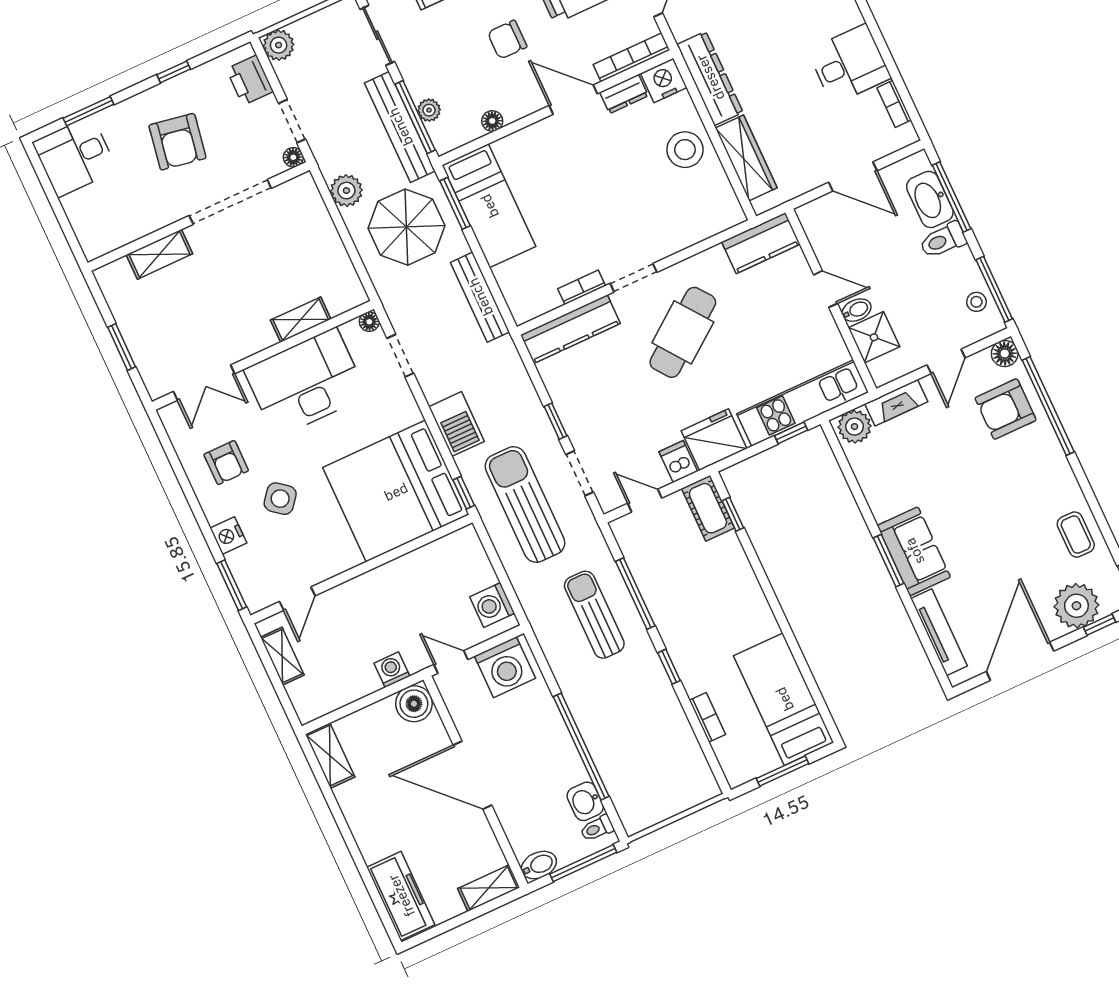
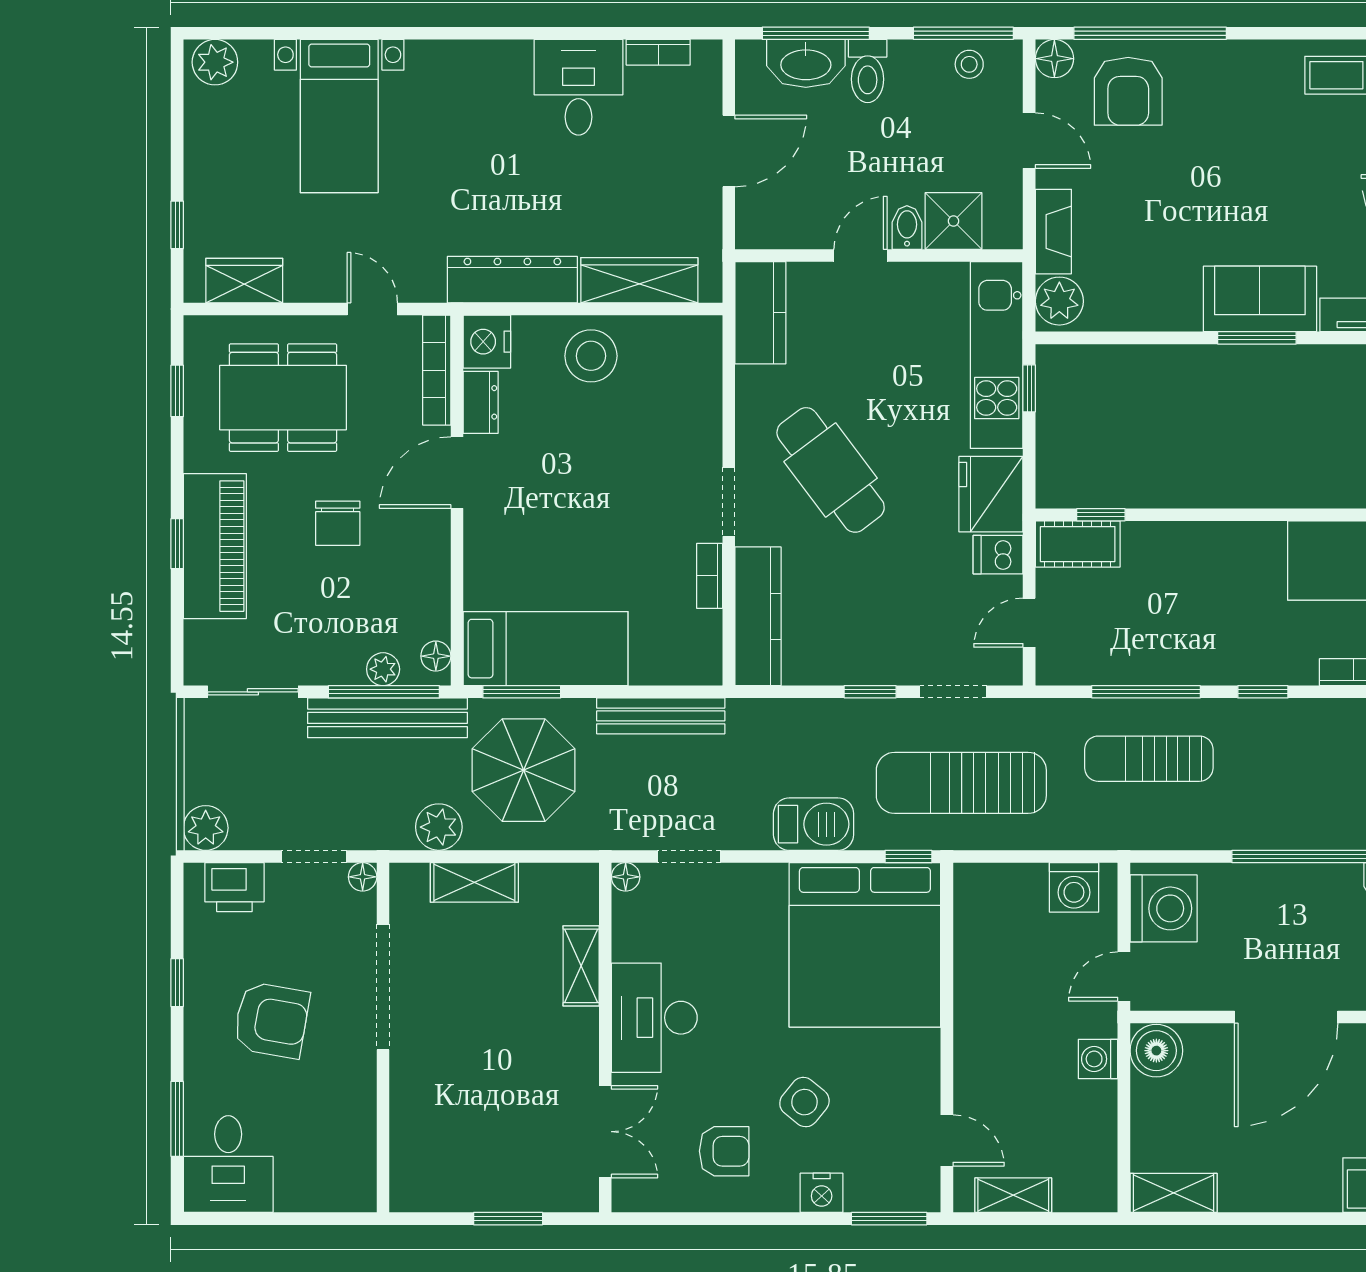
floor lamp: (492, 121) -> (436, 656), moved
shelving: (159, 254) -> (474, 882), moved, turned 90
desk: (306, 383) -> (654, 1018), width x0.73, depth x0.77

